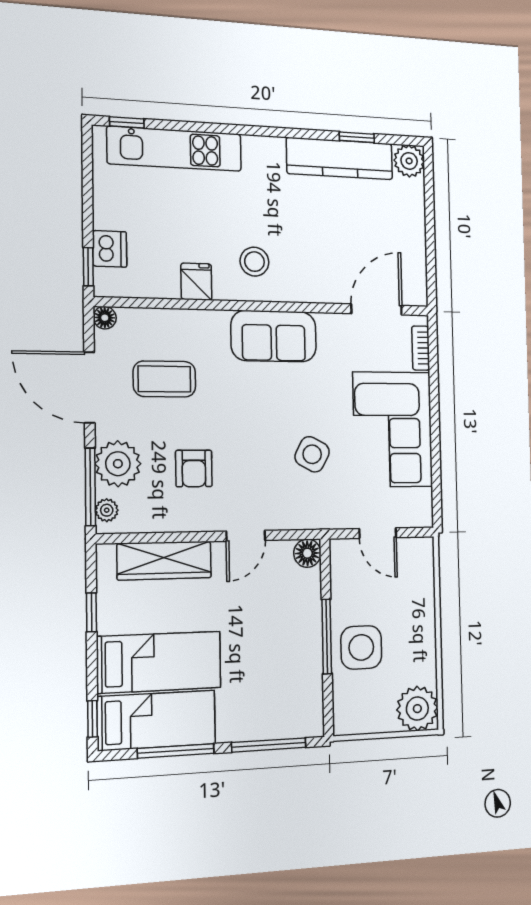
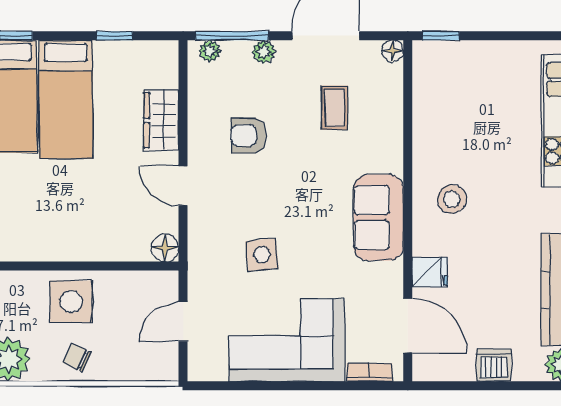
dishwasher: (110, 249) -> (494, 365), moved, turned 180
fridge: (196, 282) -> (430, 272), moved
coffee table: (164, 379) -> (335, 108), width x0.73, depth x0.77
side table: (312, 454) -> (262, 255), turned -34
plant: (118, 464) -> (264, 52), width x0.53, depth x0.53
wardrobe: (164, 561) -> (161, 120), width x0.67
window: (327, 636) -> (83, 266), removed
chair: (414, 639) -> (77, 358), added

